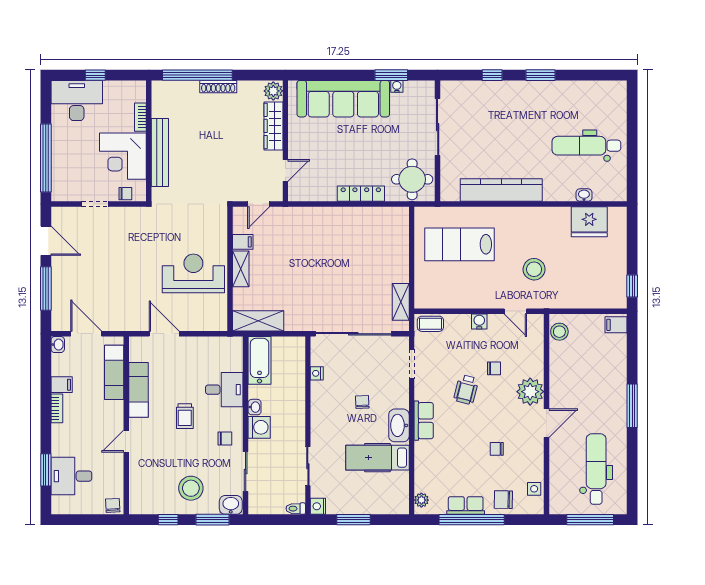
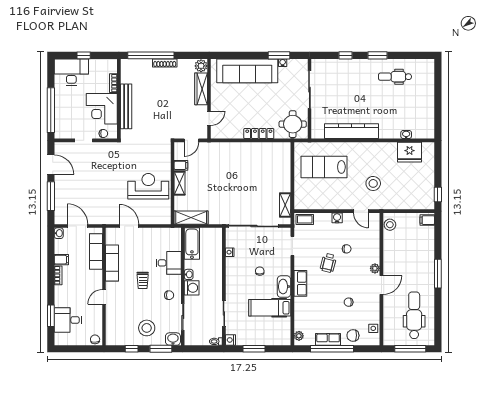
dental chair: (586, 146) -> (395, 77), moved, width x0.73, depth x0.72
plant: (530, 392) -> (375, 268), width x0.53, depth x0.53

